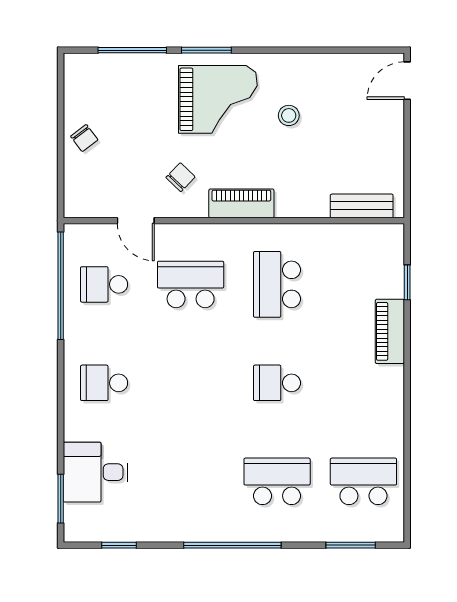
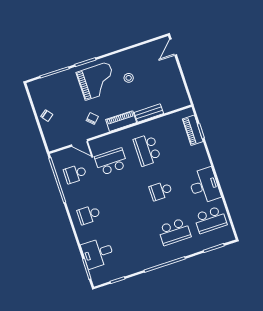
bench: (362, 206) -> (149, 113), moved
piano: (390, 331) -> (193, 130), moved
desk: (375, 403) -> (204, 186), added
school desk: (277, 481) -> (174, 232), turned 180
school desk: (363, 481) -> (210, 220), turned 180

